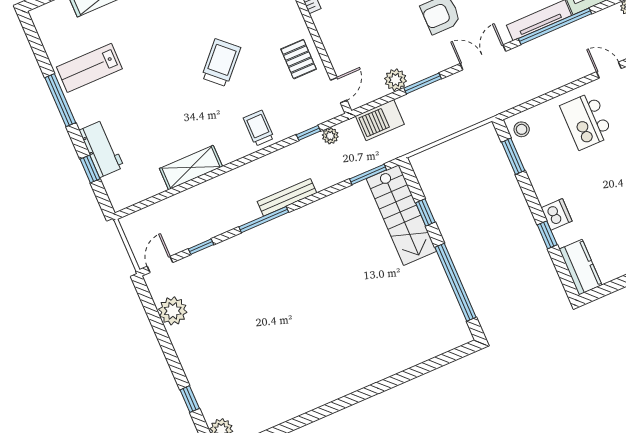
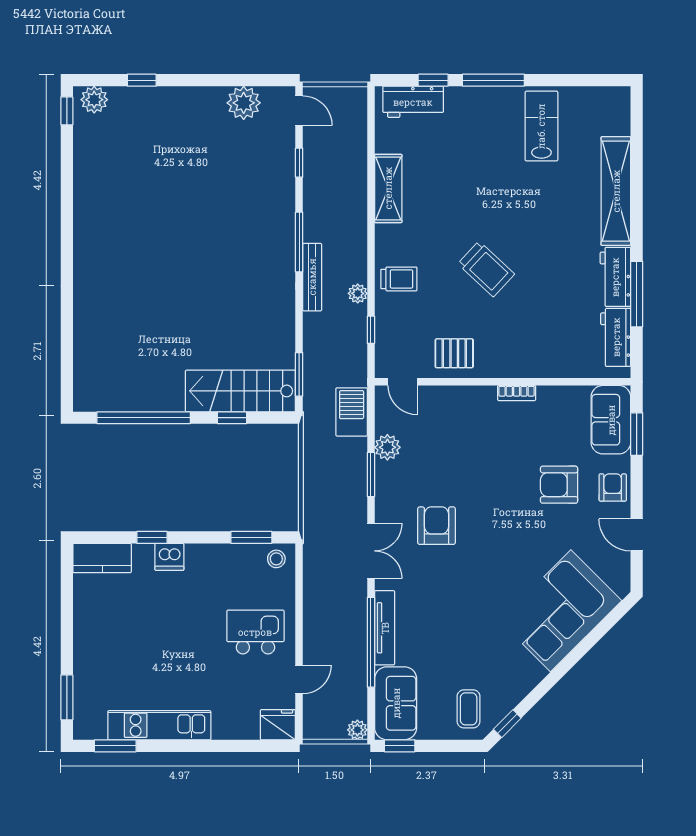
window: (60, 100) -> (493, 80), moved
plant: (330, 136) -> (358, 293), moved
workbench: (102, 149) -> (413, 102), moved

